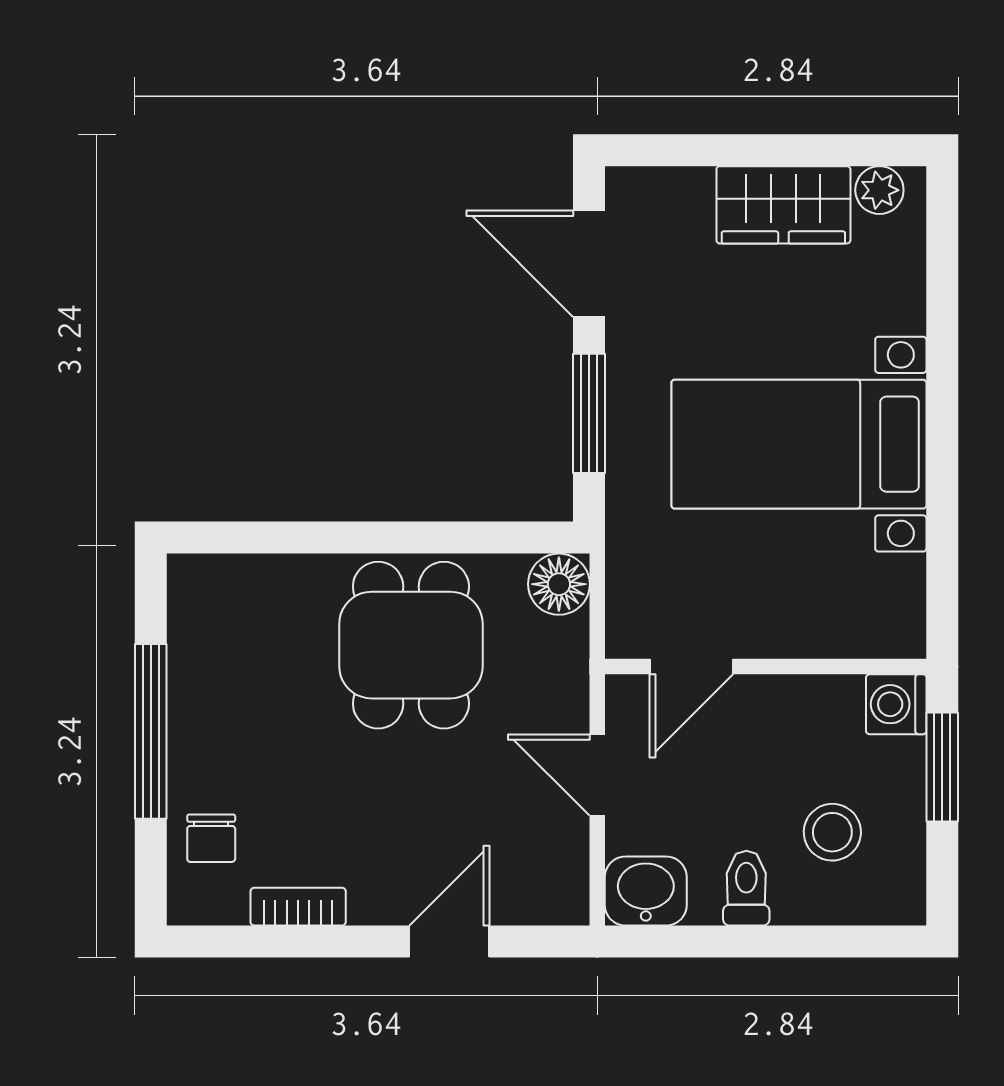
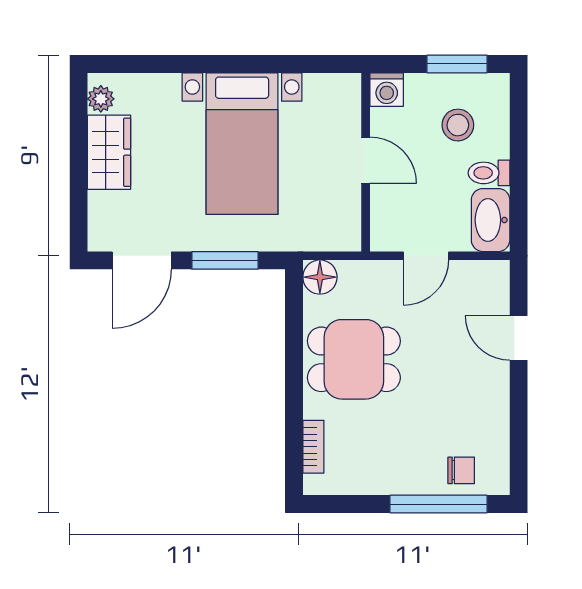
door: (691, 667) -> (366, 160), moved
window: (151, 731) -> (439, 504), moved
window: (942, 767) -> (457, 64), moved
washbasin: (646, 891) -> (491, 220), width x1.38
bookcase: (298, 907) -> (313, 447), moved, turned 180

